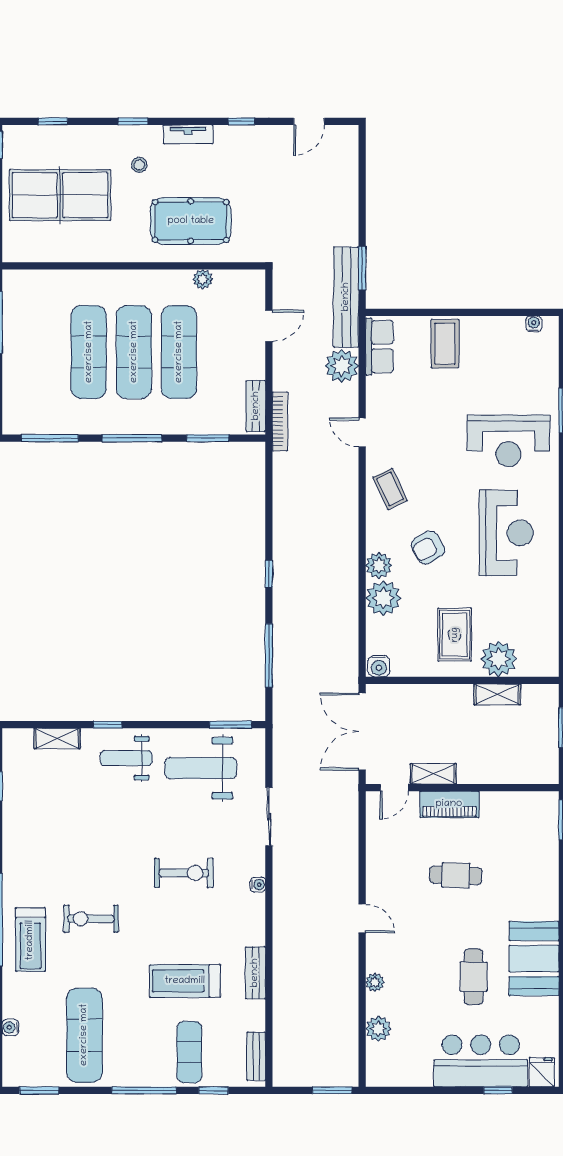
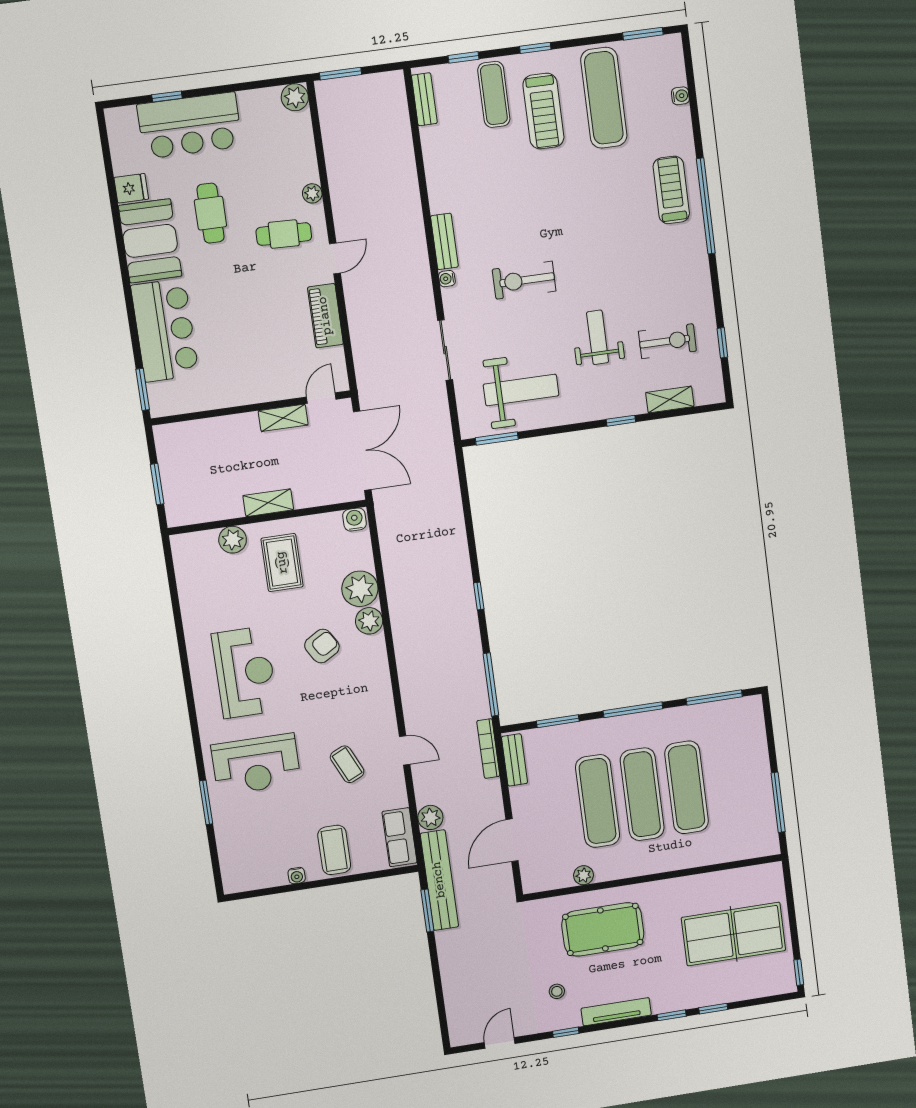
window: (53, 121) -> (713, 1009), moved
tv unit: (188, 134) -> (616, 1012), width x1.41
stool: (139, 165) -> (557, 991), moved
water cooler: (534, 324) -> (297, 876), moved
door: (269, 326) -> (512, 840), width x1.38
plant: (342, 366) -> (430, 817), width x0.73, depth x0.73
reception desk: (509, 441) -> (256, 764), turned 180
coffee table: (390, 489) -> (347, 764), moved
reception desk: (506, 533) -> (245, 672), turned 180
window: (269, 656) -> (491, 685), moved
plant: (499, 659) -> (233, 540), width x0.73, depth x0.73
shelving: (497, 694) -> (268, 503), moved
weight bench: (126, 758) -> (598, 337), moved, turned -90
piano: (449, 804) -> (325, 316), moved, turned -90
bar counter: (533, 873) -> (165, 330), added
cafe table: (456, 875) -> (284, 234), moved
door: (362, 918) -> (335, 258), swing flipped
exercise bike: (91, 919) -> (667, 341), moved
bench: (255, 973) -> (444, 241), moved
treadmill: (185, 981) -> (543, 111), moved, turned 90
plant: (378, 1029) -> (295, 97), moved
fridge: (542, 1072) -> (131, 188), moved, turned -90
window: (144, 1090) -> (535, 48), width x0.46

